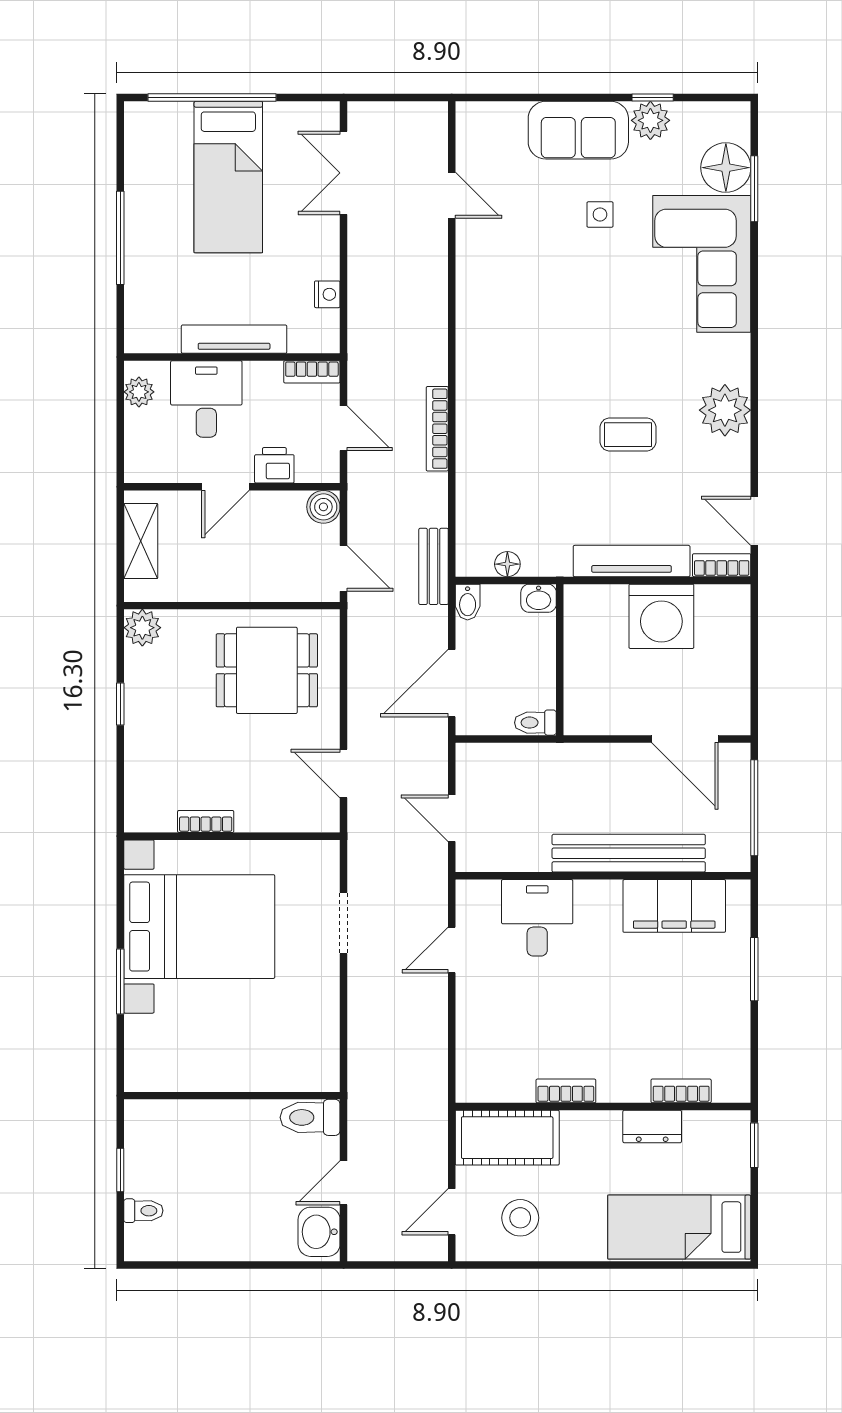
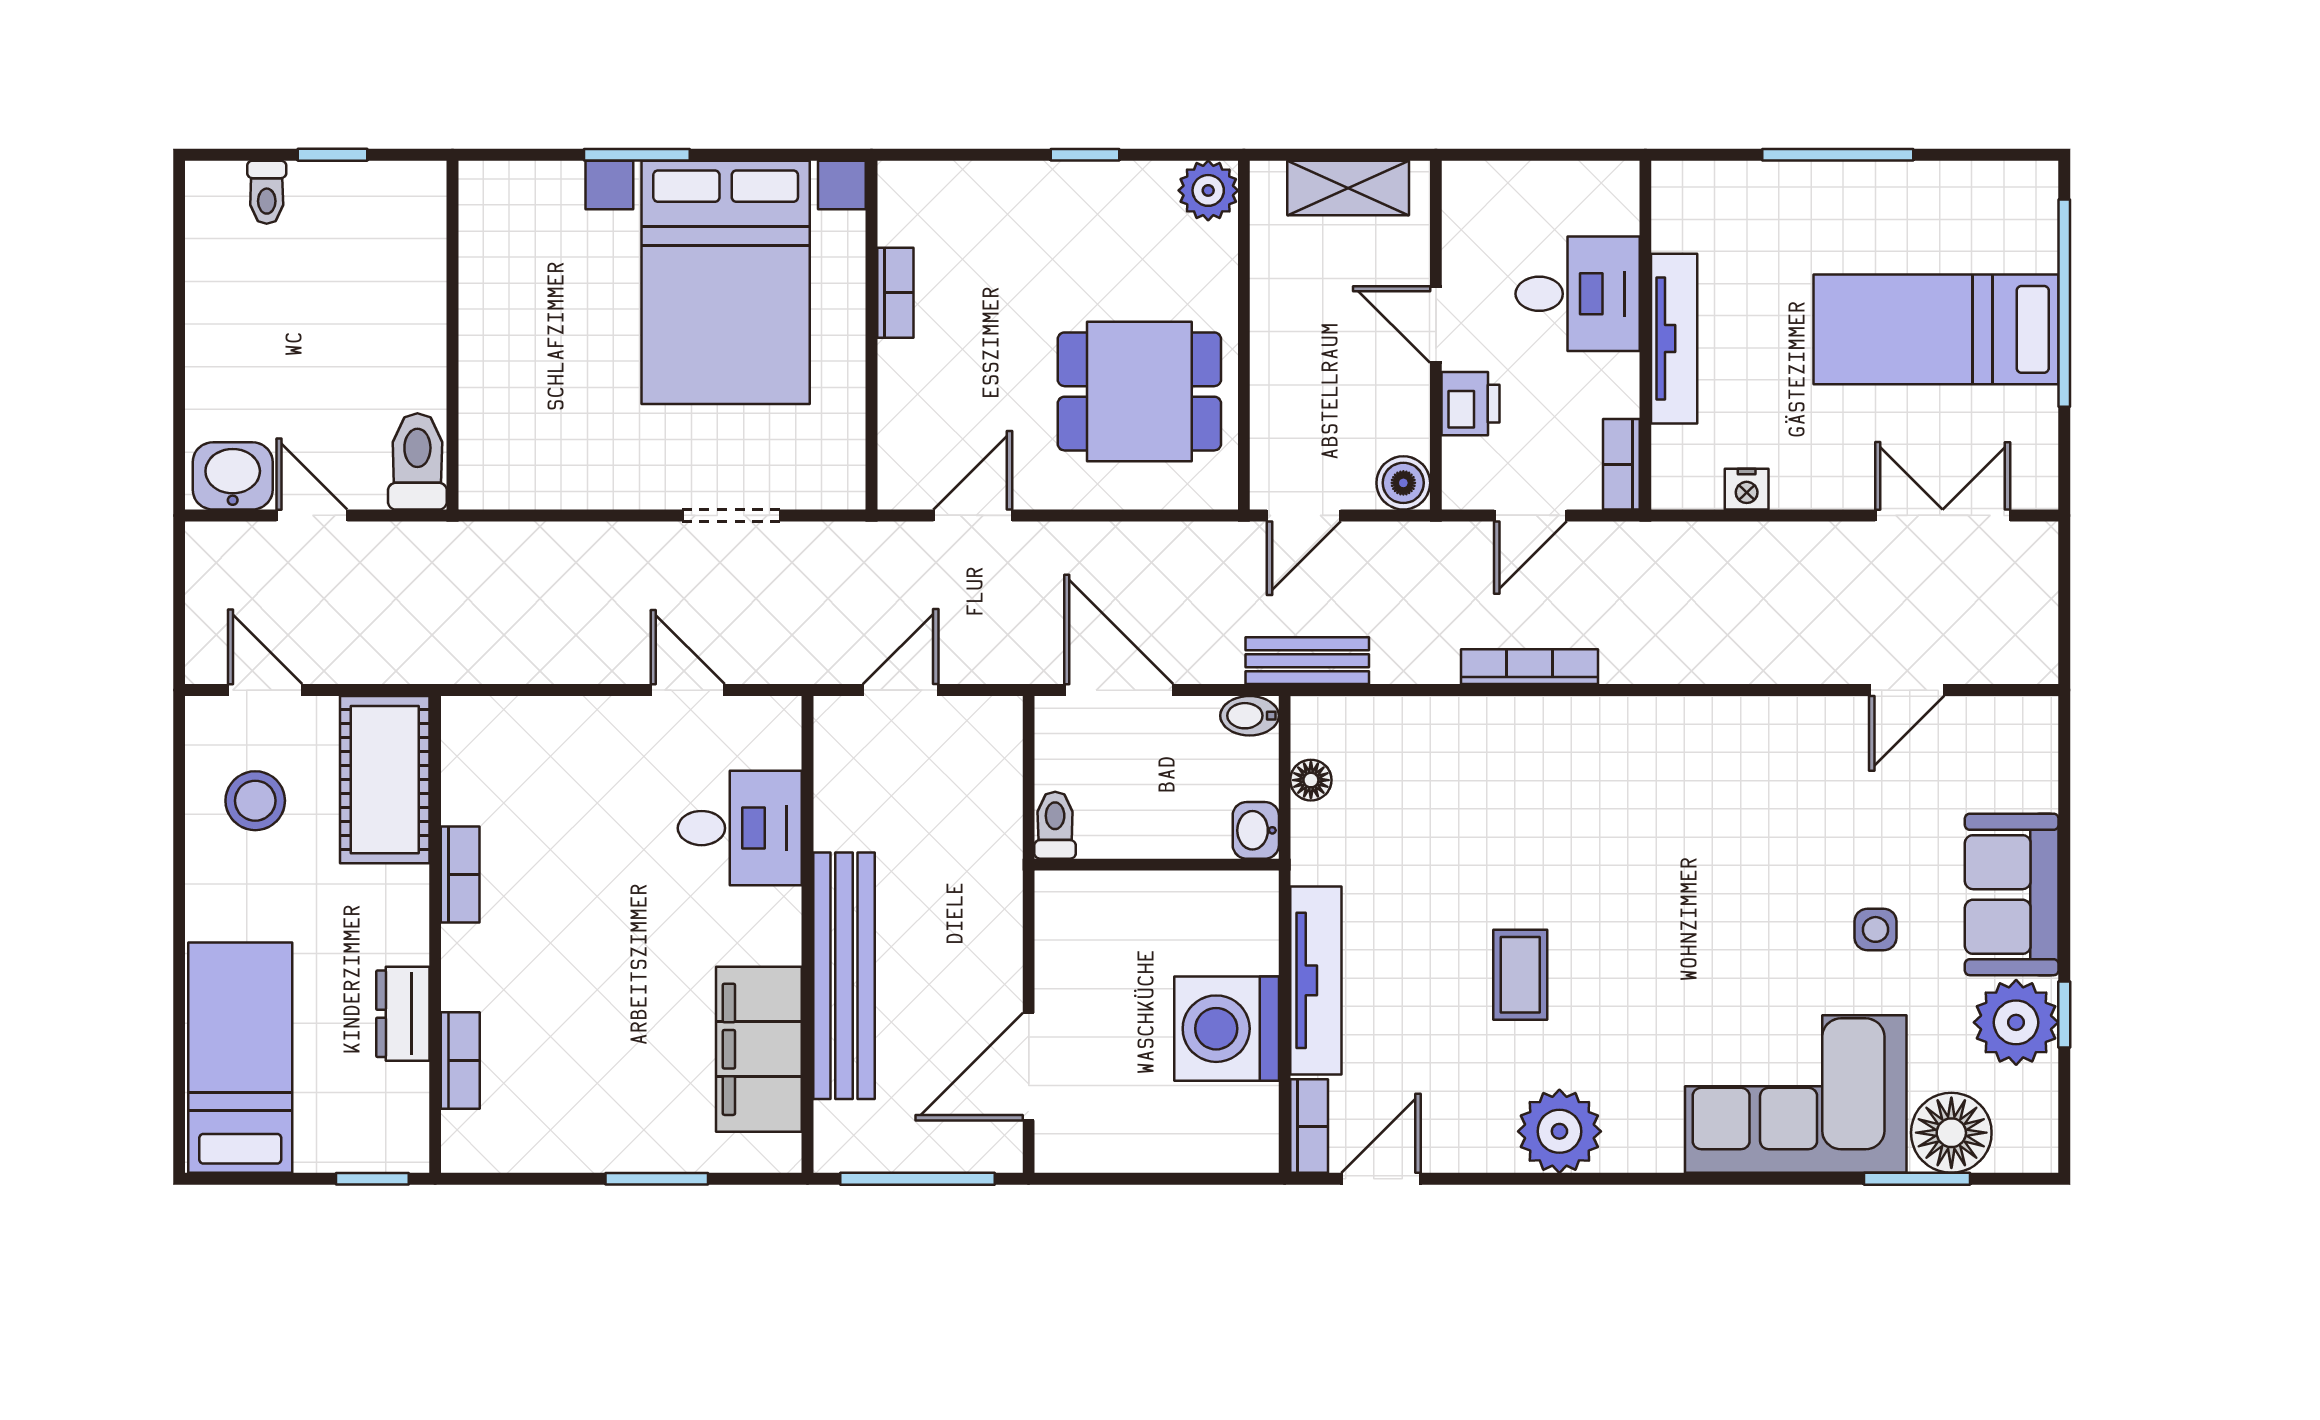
plant: (650, 120) -> (2016, 1022), width x1.36, depth x1.36
plant: (139, 392) -> (1589, 185), removed
dining table: (267, 670) -> (1139, 391), turned 90

